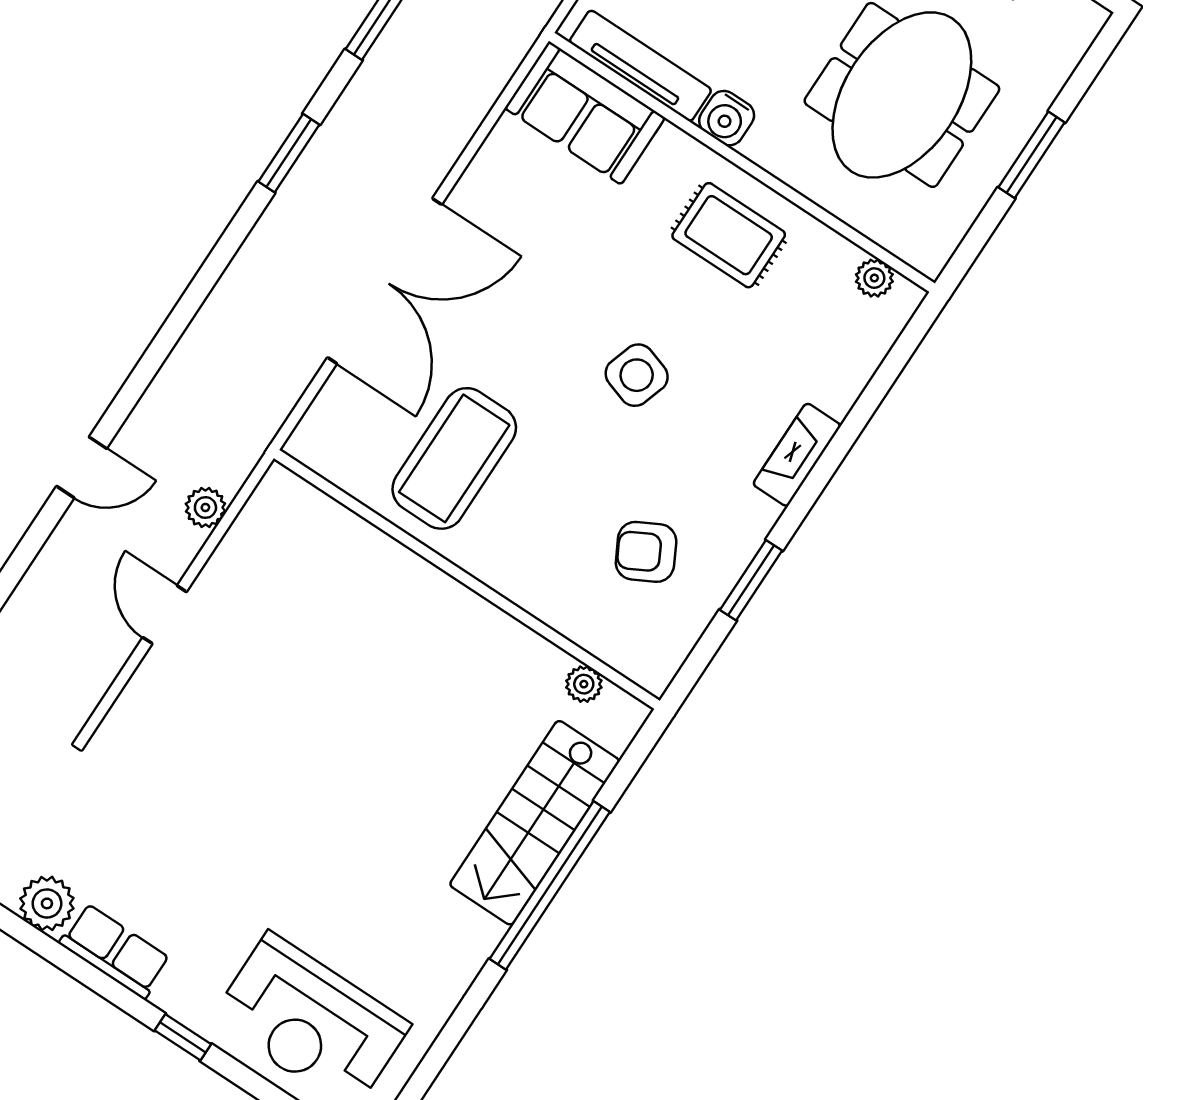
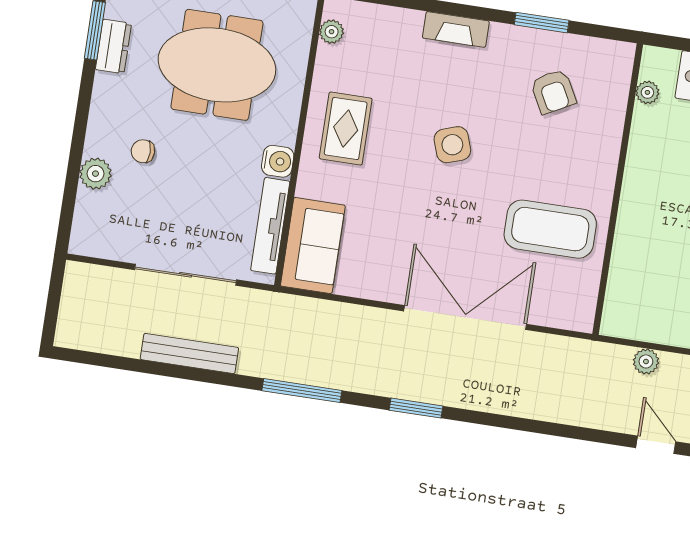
side table: (637, 375) -> (452, 145), turned -37

